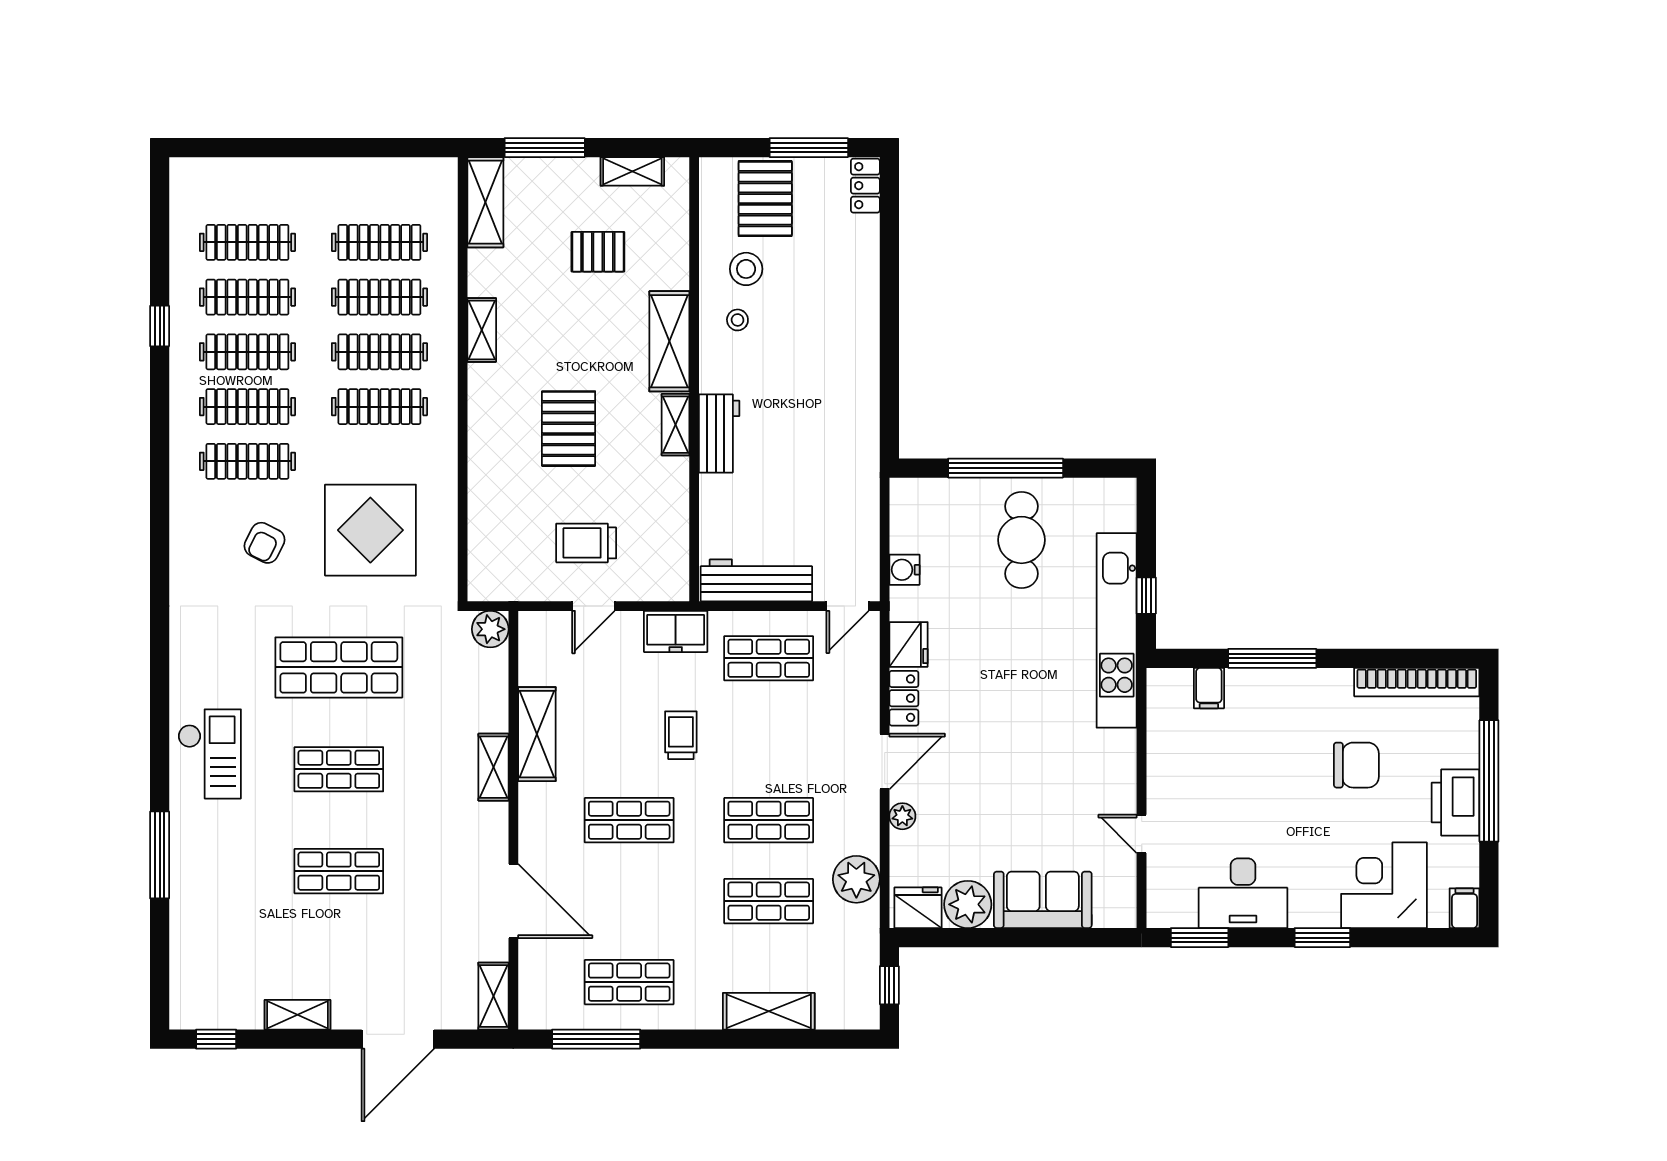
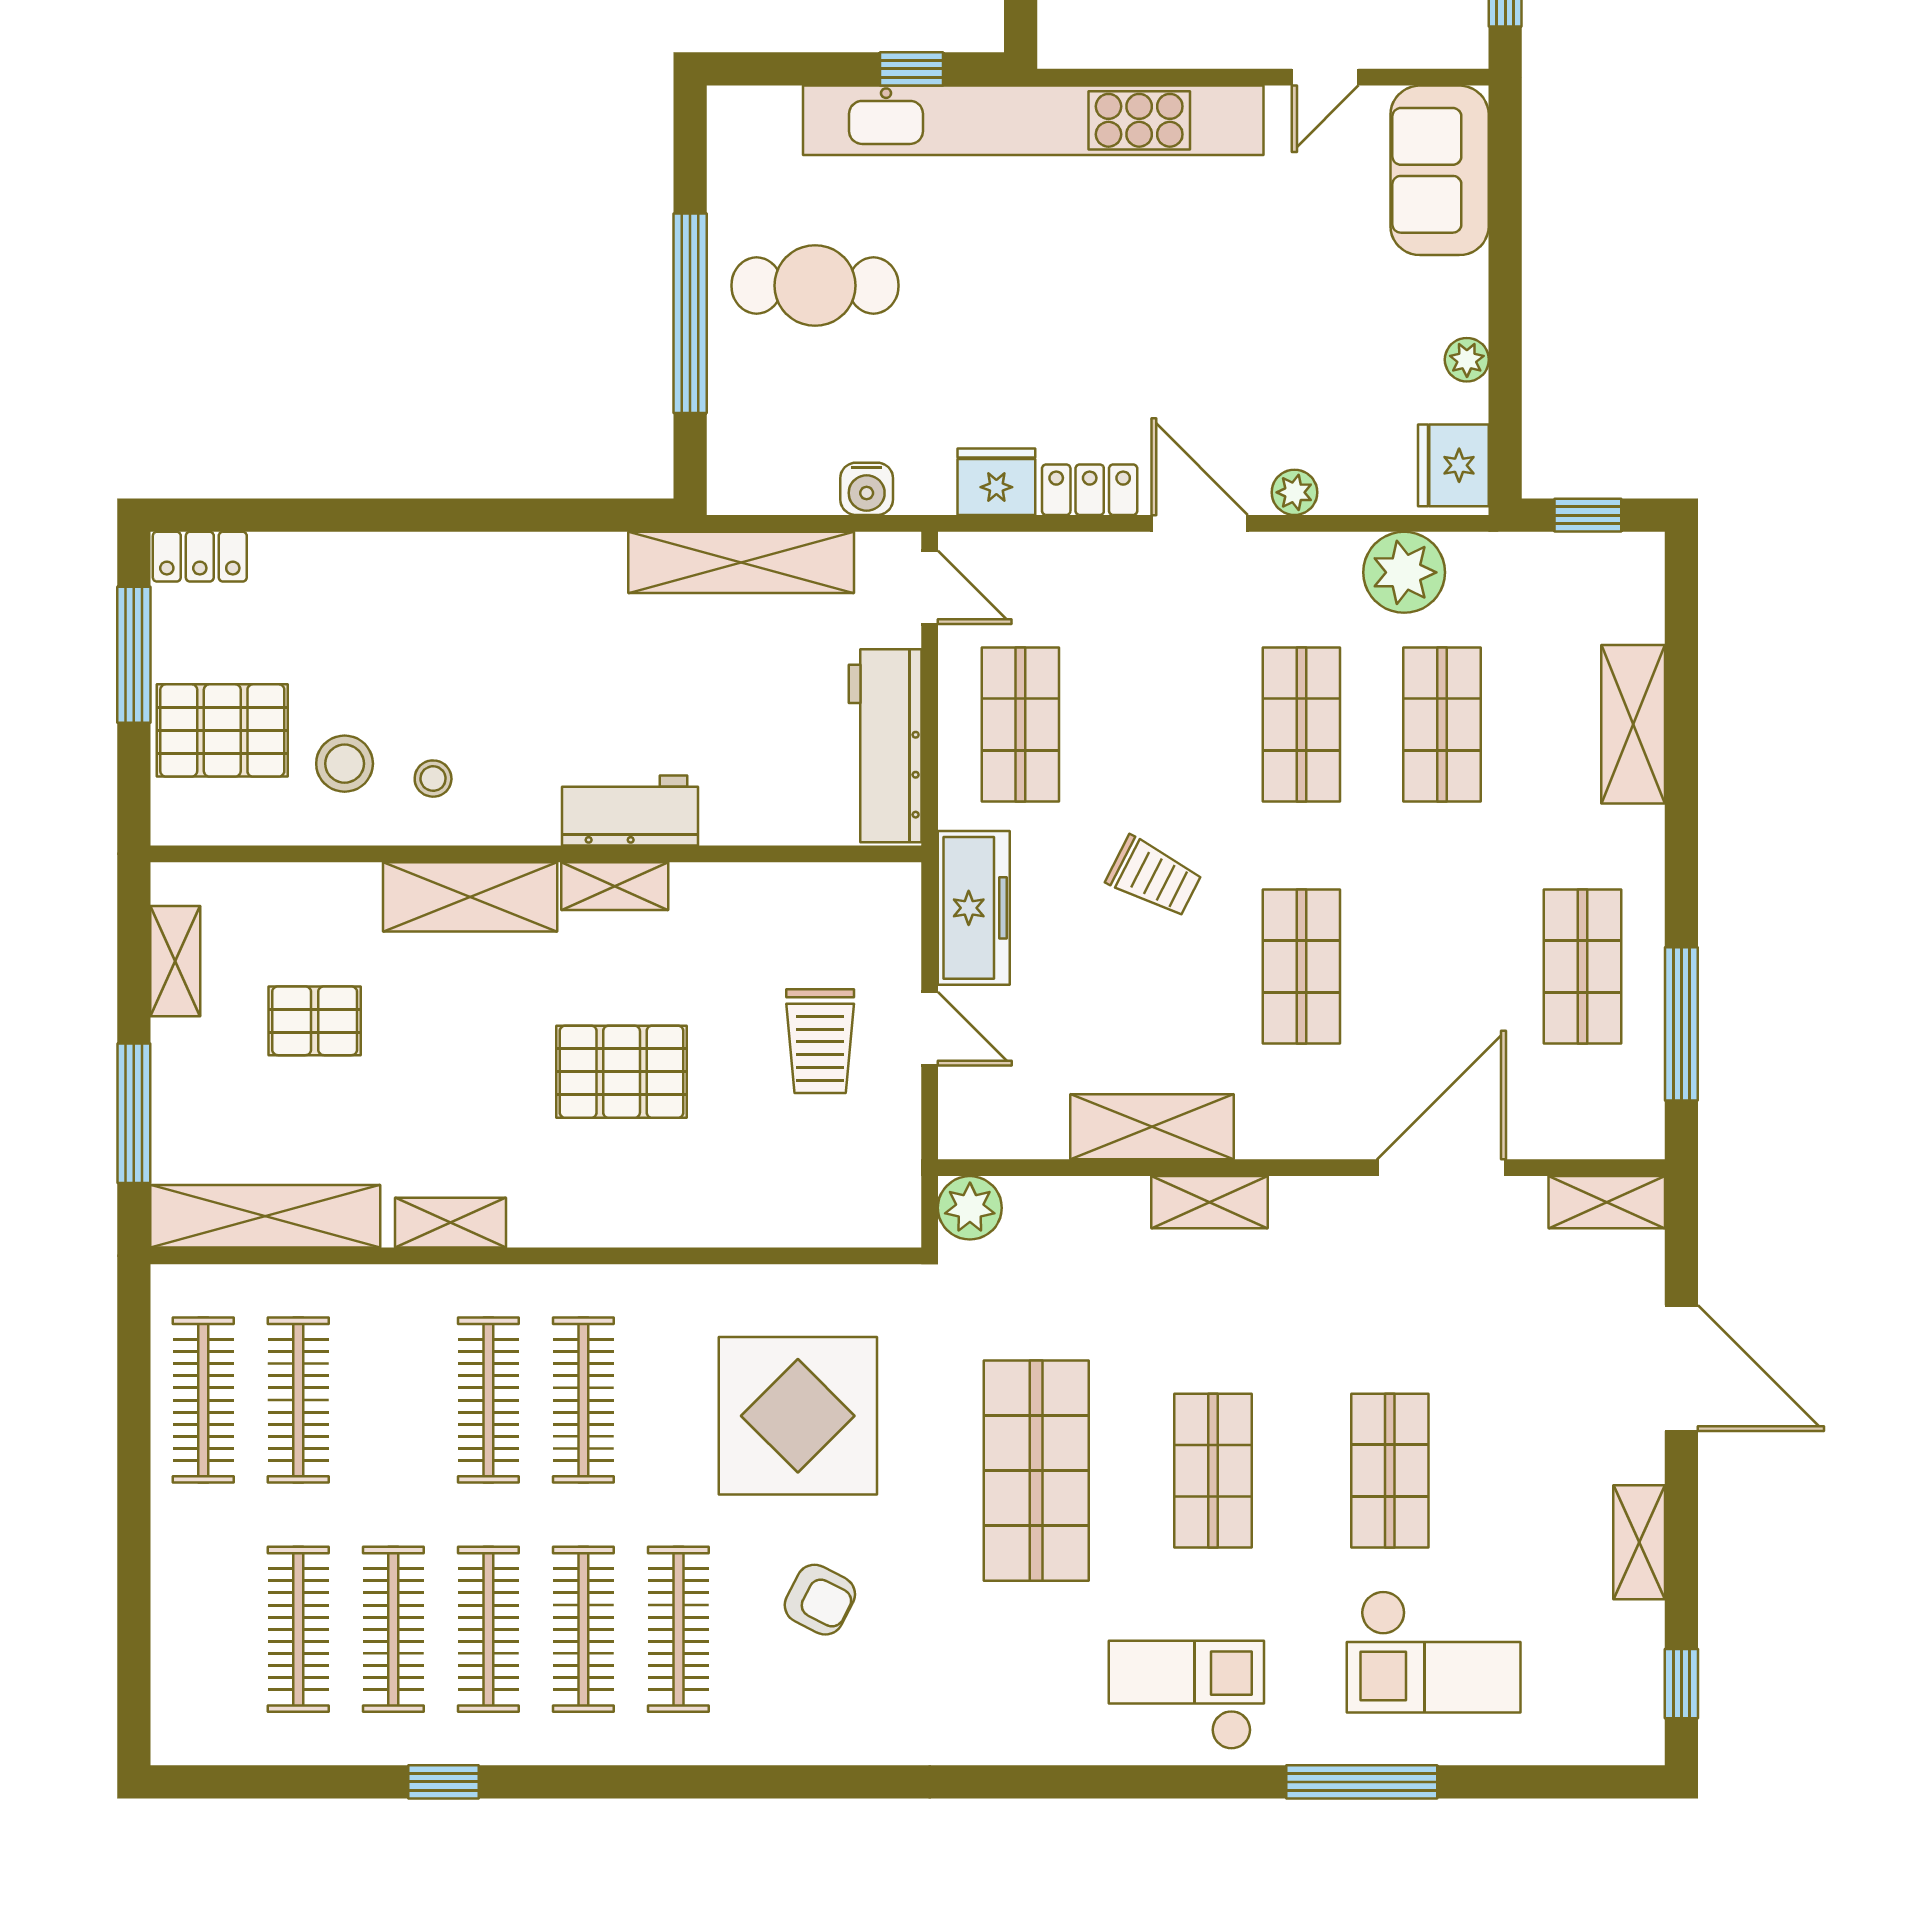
shelving: (485, 202) -> (265, 1216), width x1.47
pallet: (598, 252) -> (315, 1021), turned 90
clothes rail: (379, 297) -> (203, 1400), moved
shelving: (862, 497) -> (741, 562), added
kitchen unit: (1117, 630) -> (1033, 120), width x1.36
freezer: (676, 631) -> (974, 908), width x1.40
trolley: (681, 735) -> (1154, 877), turned -153
checkout: (235, 896) -> (1434, 1652), added
sofa: (1043, 900) -> (1440, 170), moved
plant: (968, 904) -> (1467, 360), width x0.53, depth x0.53

